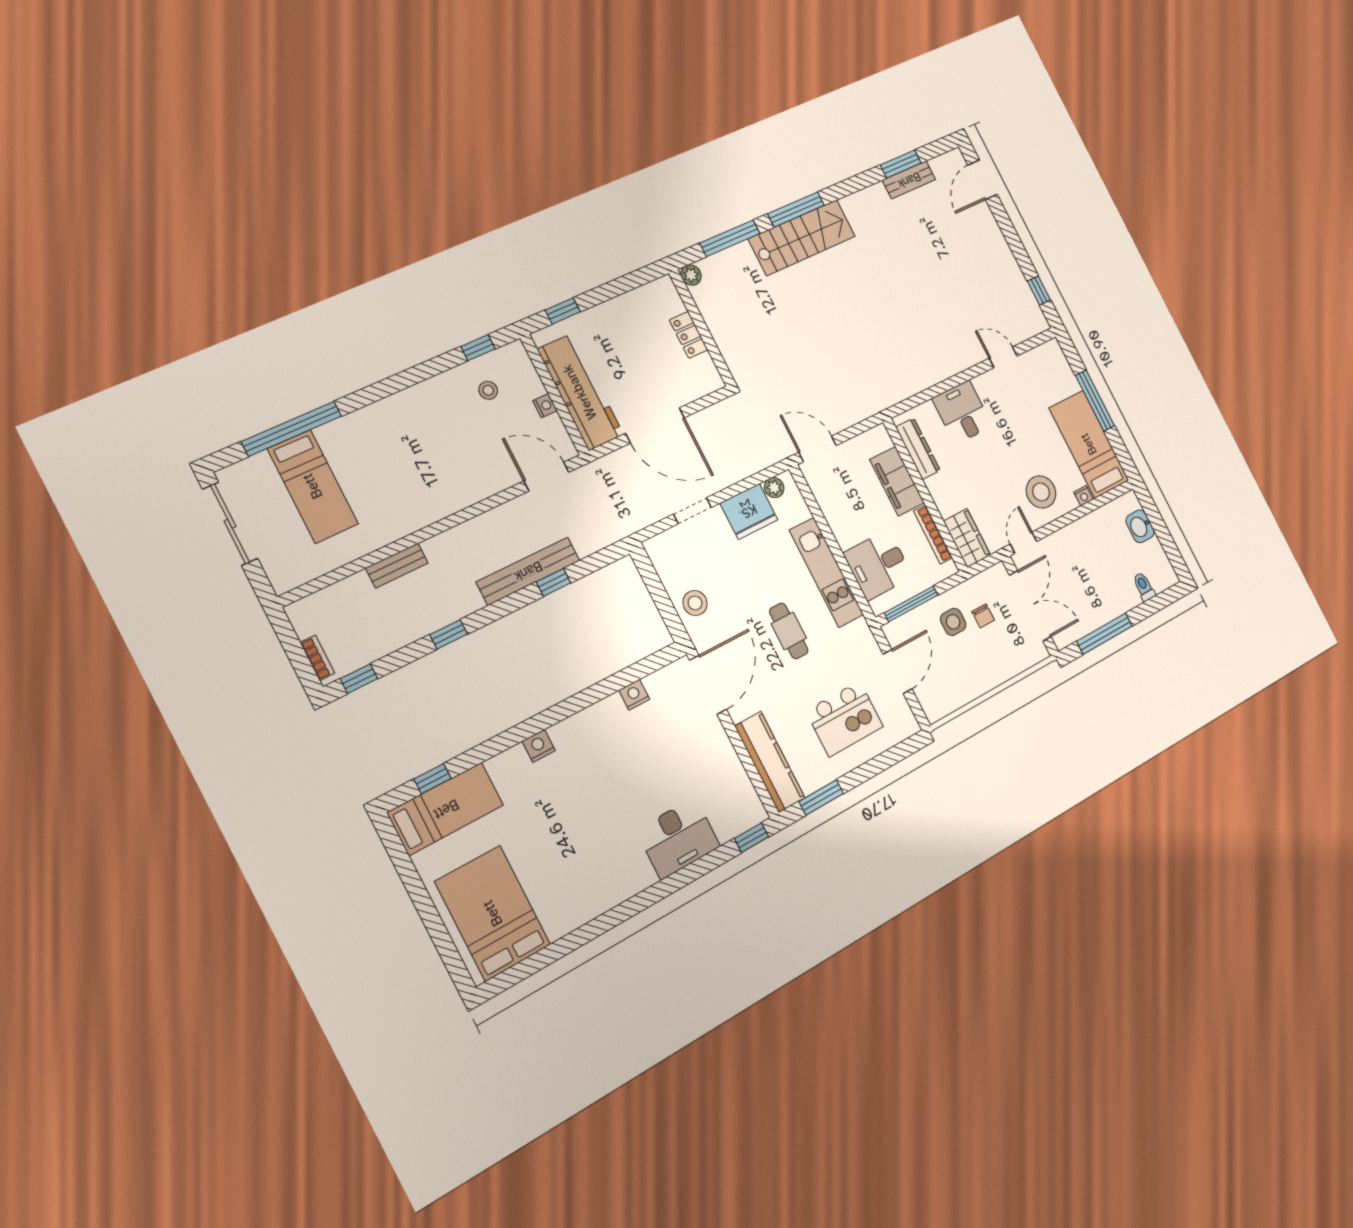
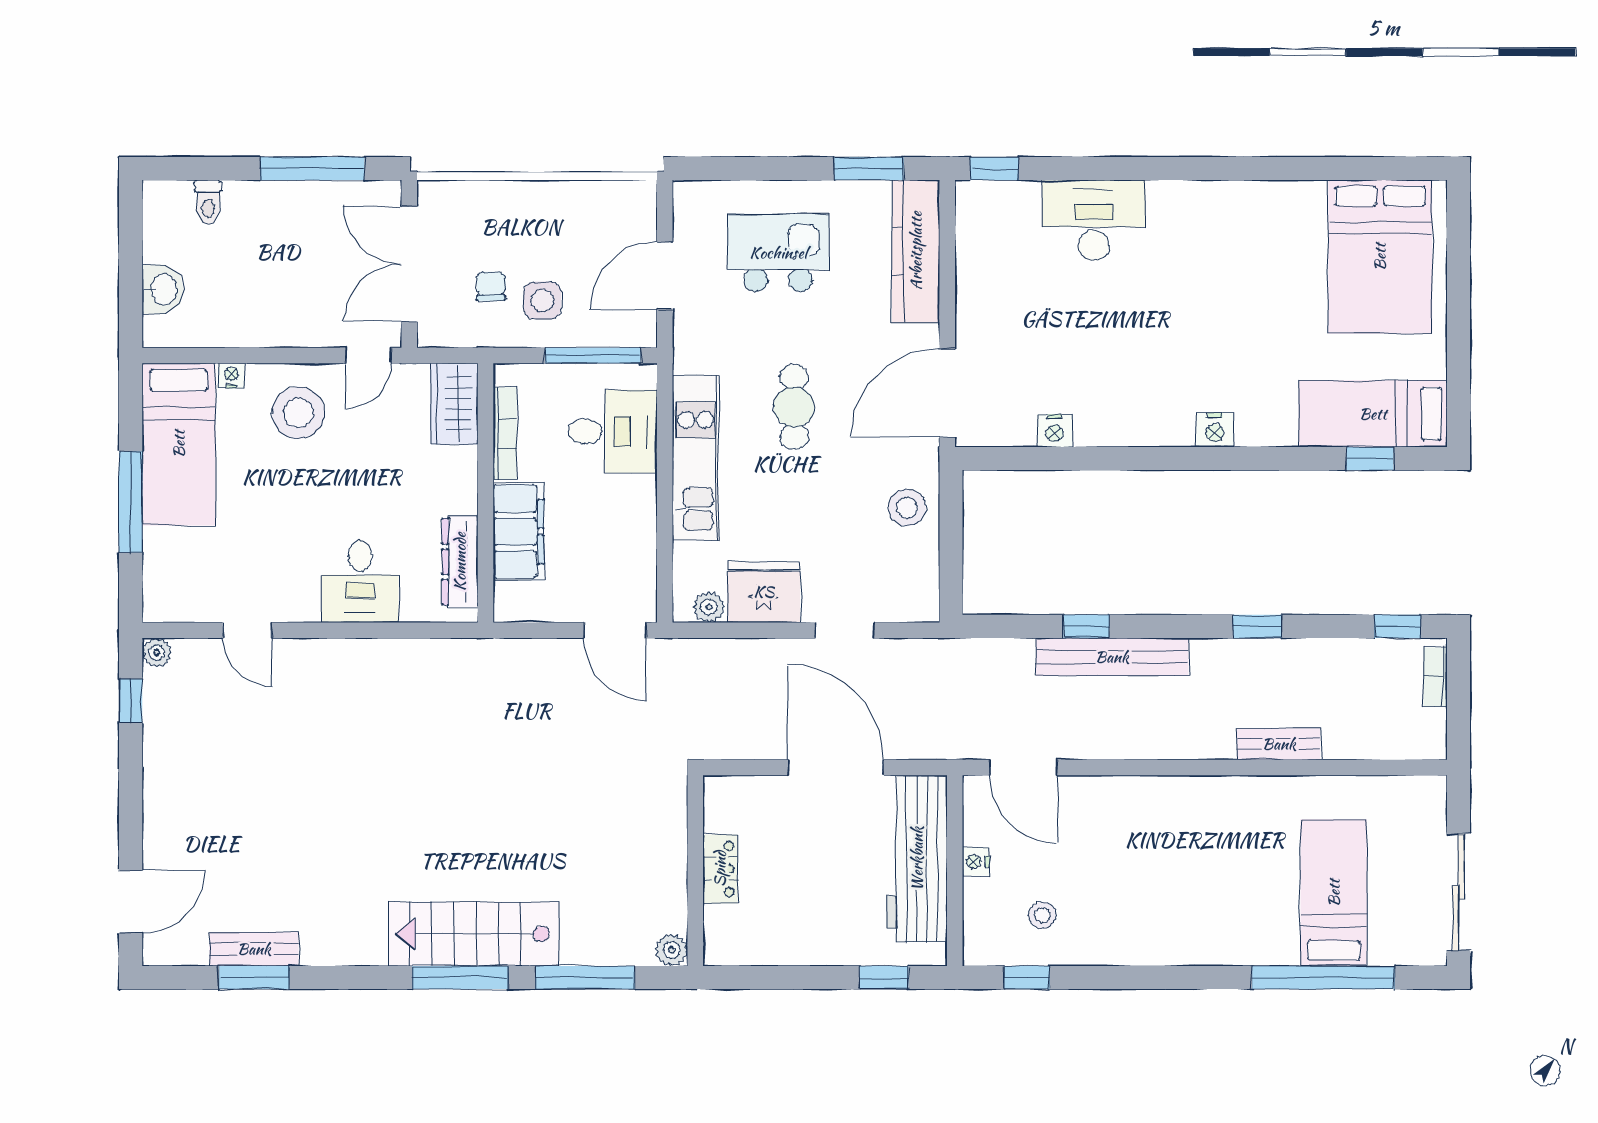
plant: (1040, 323) -> (157, 653), added

